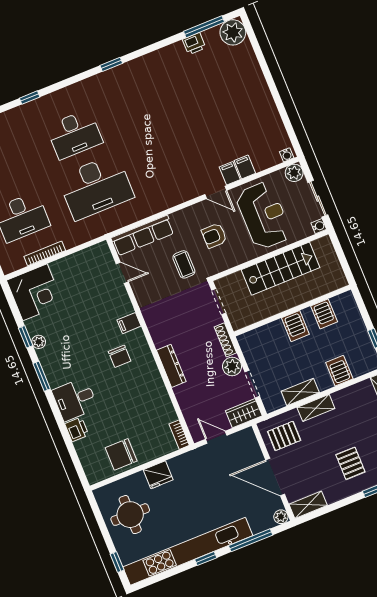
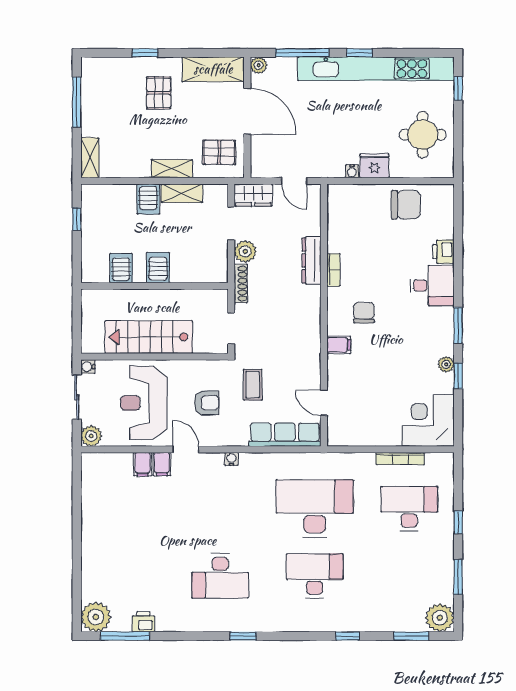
desk: (148, 104) -> (220, 576), added
water cooler: (287, 155) -> (231, 459), moved
dresser: (171, 366) -> (312, 260), moved
server rack: (339, 371) -> (148, 199), moved
bookcase: (179, 435) -> (333, 270), moved
water cooler: (174, 463) -> (352, 171), added
shelving: (308, 505) -> (213, 69), width x1.50, depth x1.33

